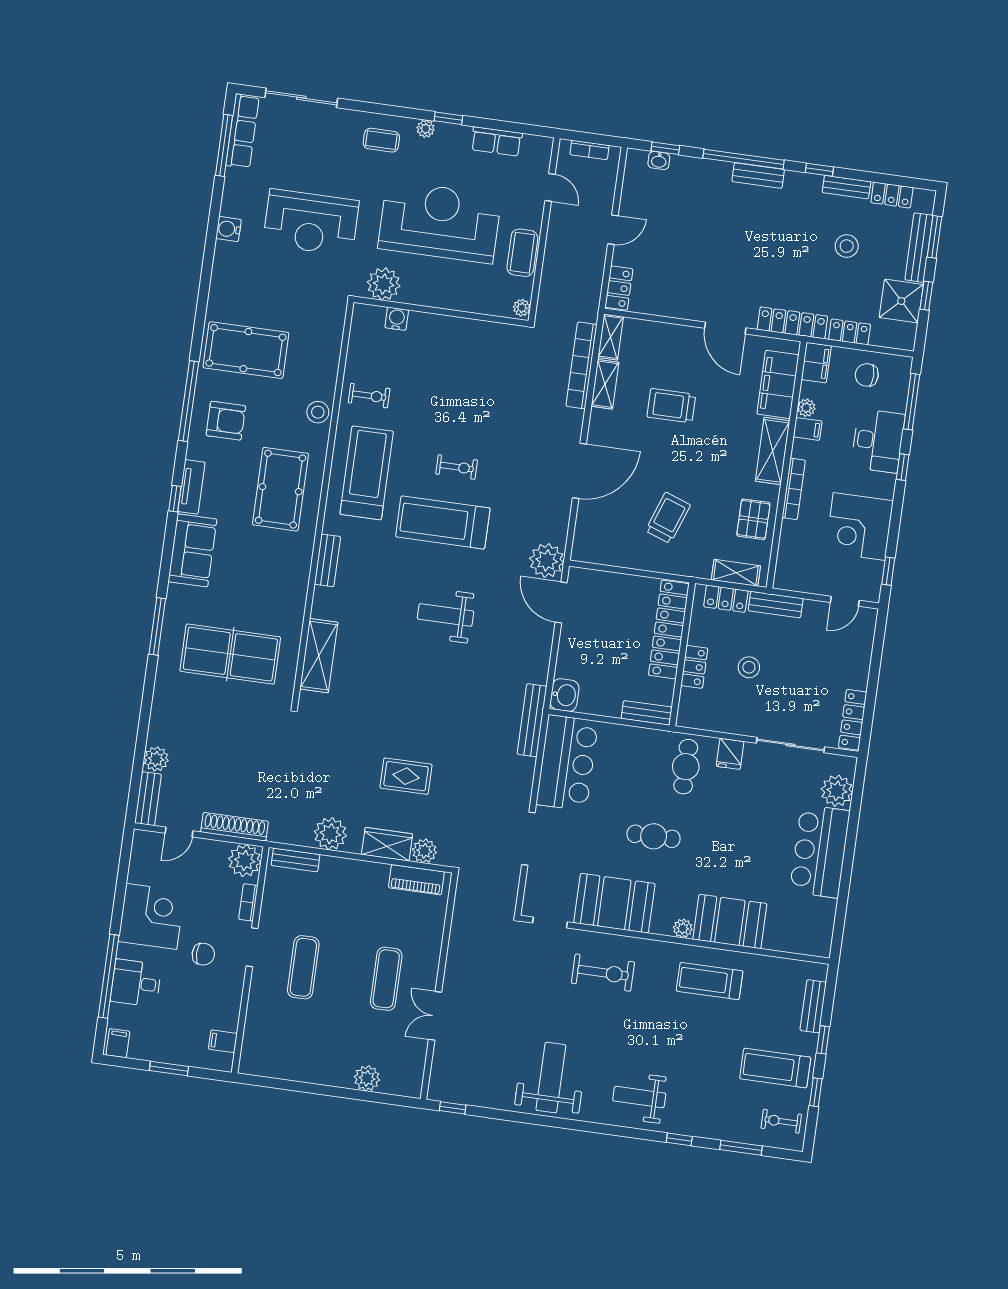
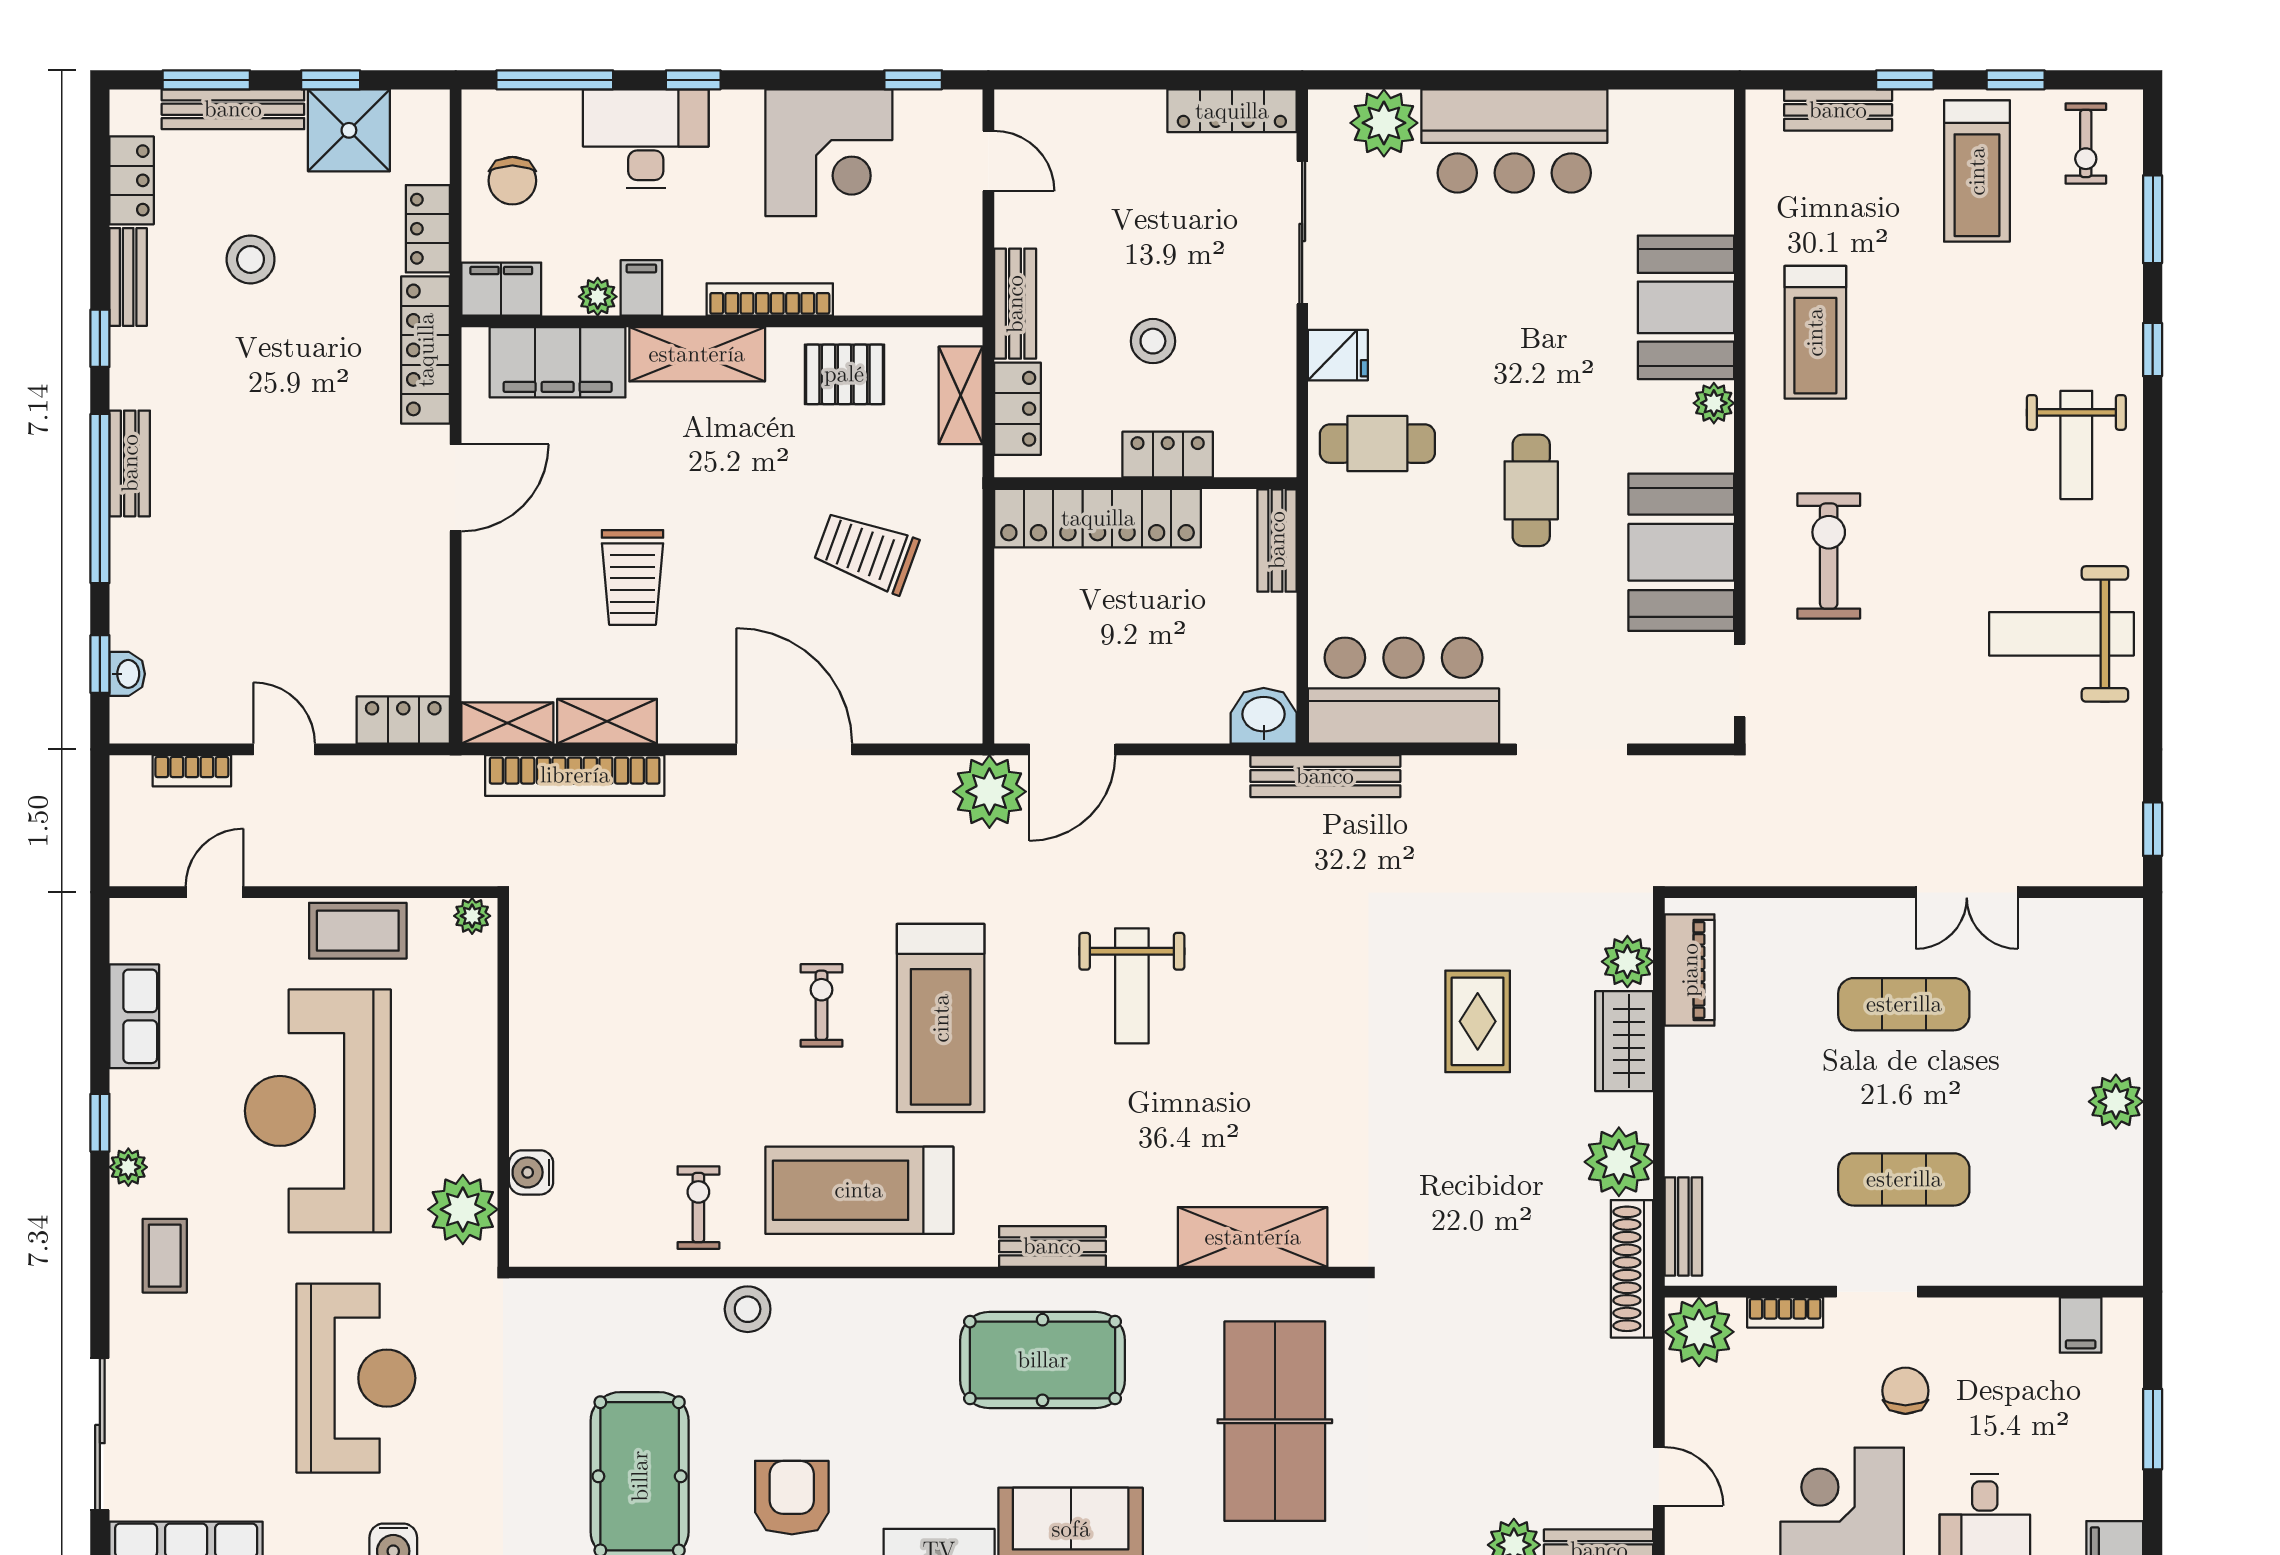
bookcase: (590, 150) -> (192, 771), moved, turned 90
pool table: (281, 489) -> (1043, 1360), moved
shoe rack: (234, 827) -> (1632, 1269), moved
plant: (367, 1078) -> (2116, 1102), moved

